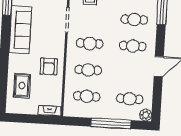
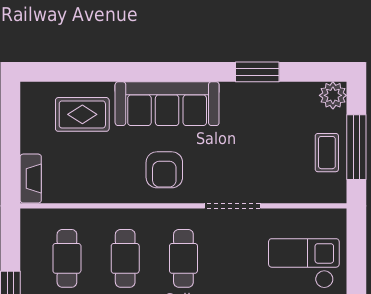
sofa: (20, 30) -> (167, 104), moved
armchair: (49, 66) -> (164, 170), moved, turned -90

